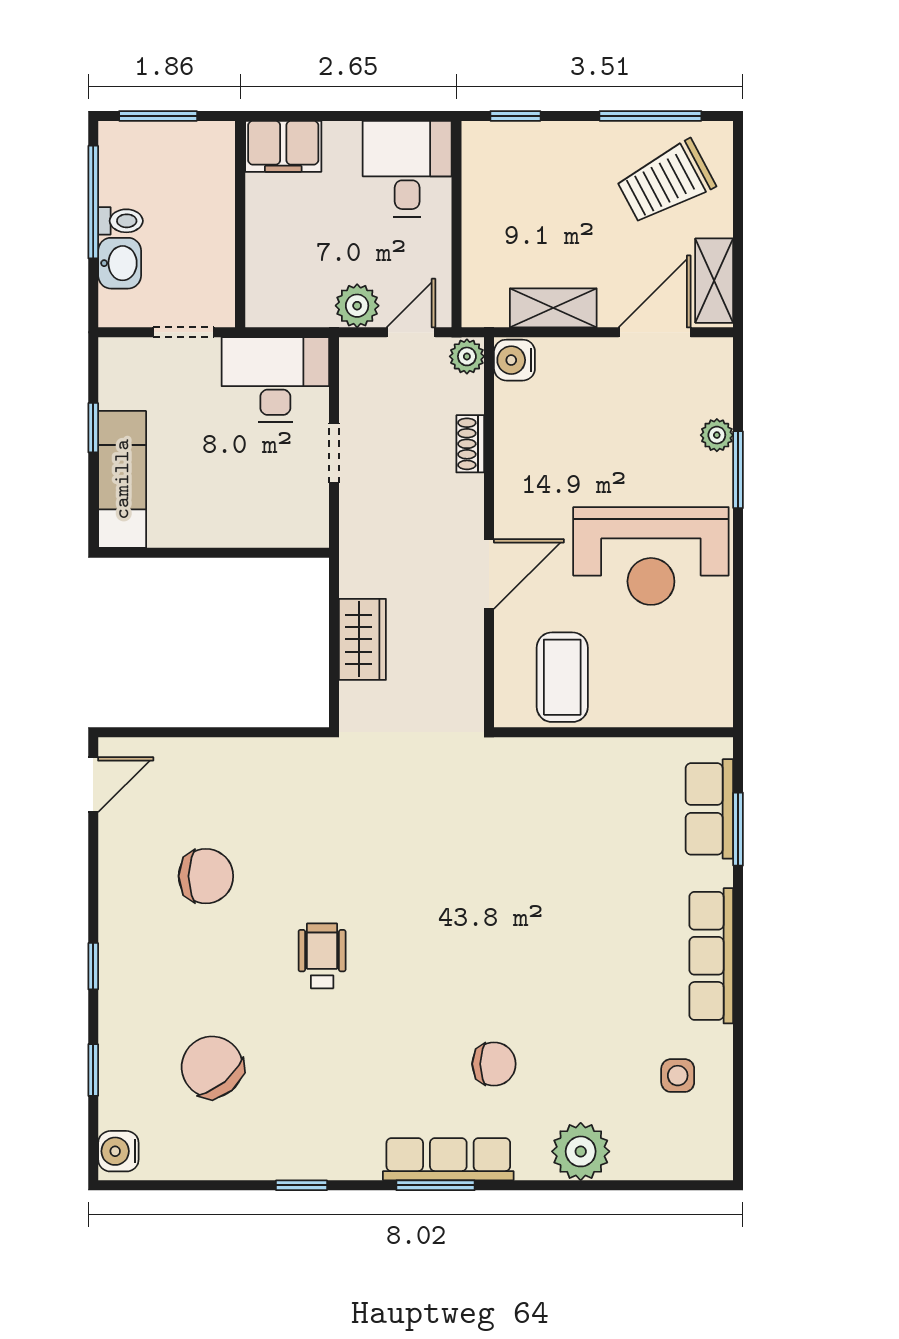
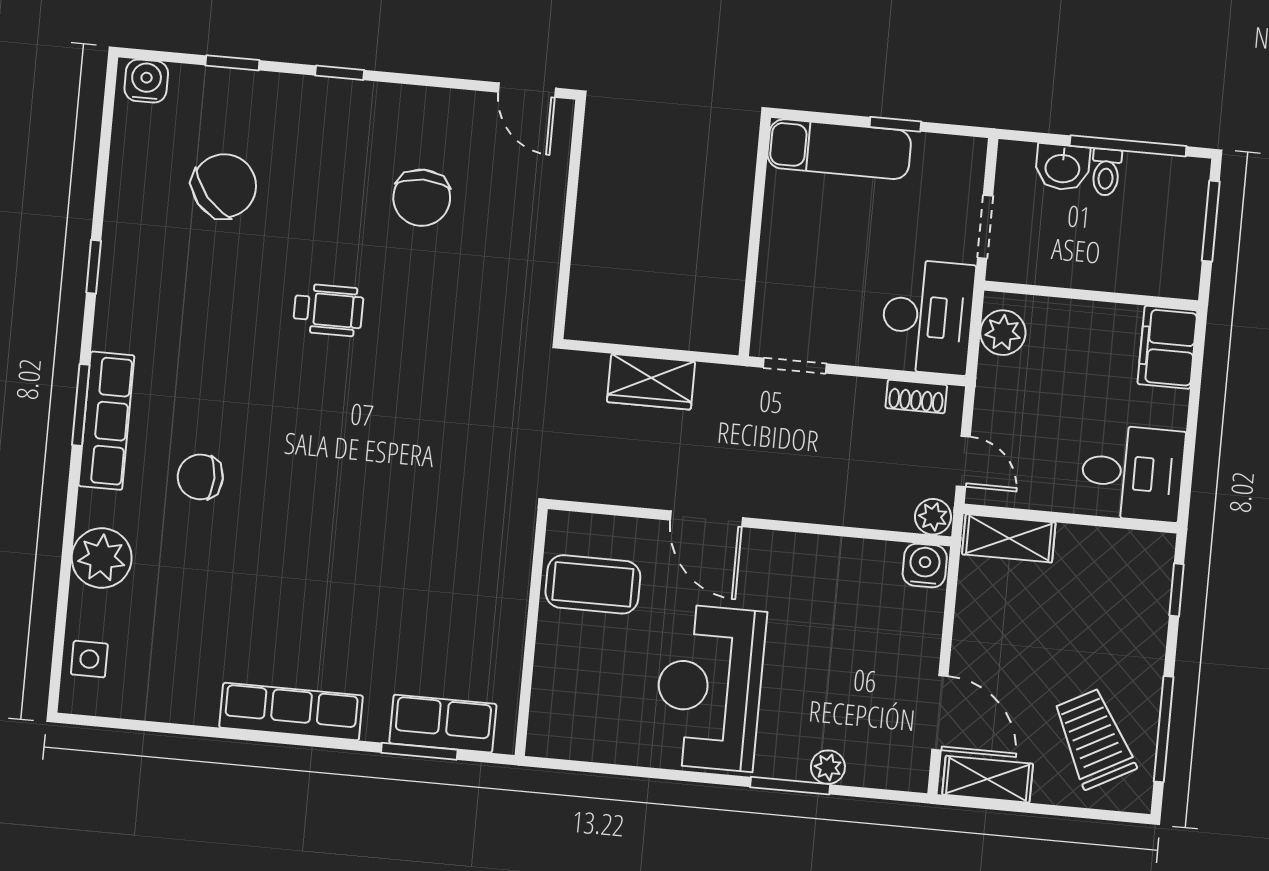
plant: (357, 306) -> (1003, 333), moved
shelving: (553, 308) -> (1009, 538), moved, turned 90
shoe rack: (470, 444) -> (916, 396), moved, turned 180
doorway: (334, 453) -> (795, 366), moved
chair: (494, 1064) -> (200, 477), turned 90
side table: (678, 1076) -> (89, 659), moved

